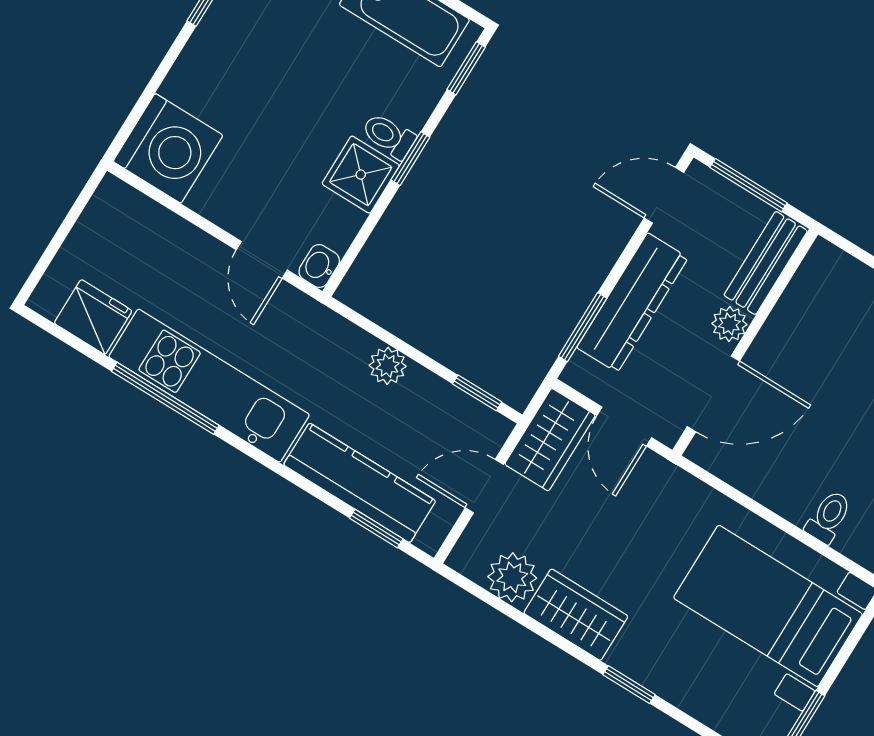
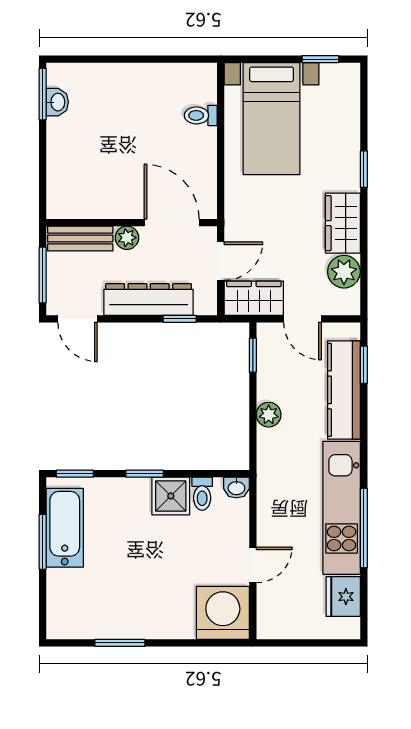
toilet: (389, 136) -> (202, 494), moved
door: (262, 260) -> (253, 565), moved
window: (583, 327) -> (180, 319), width x0.67

